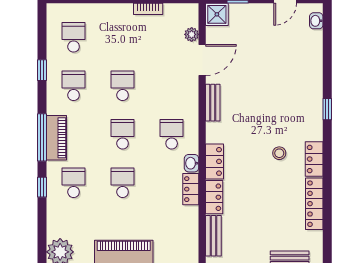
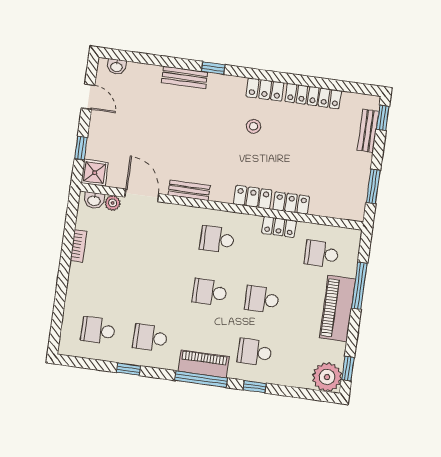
school desk: (123, 86) -> (321, 254), moved
washbasin: (192, 163) -> (94, 200), moved
bench: (213, 236) -> (185, 77), moved

